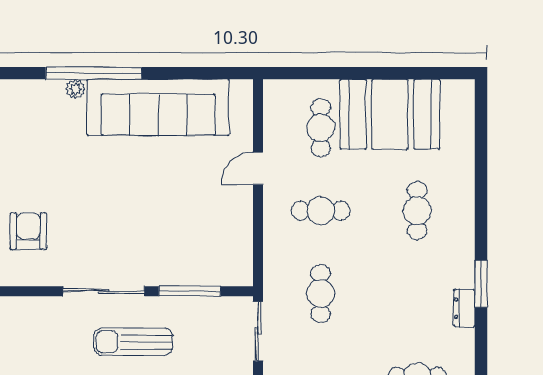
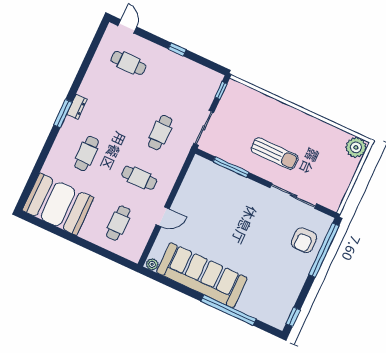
plant: (75, 89) -> (152, 264), moved
booth: (390, 114) -> (58, 204), moved
window: (481, 284) -> (63, 113), moved
sliding door: (104, 291) -> (293, 196), moved
dresser: (464, 308) -> (77, 107), moved

